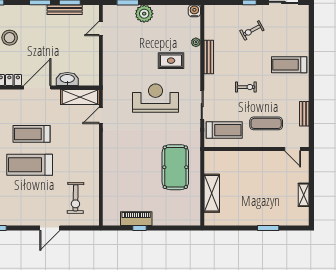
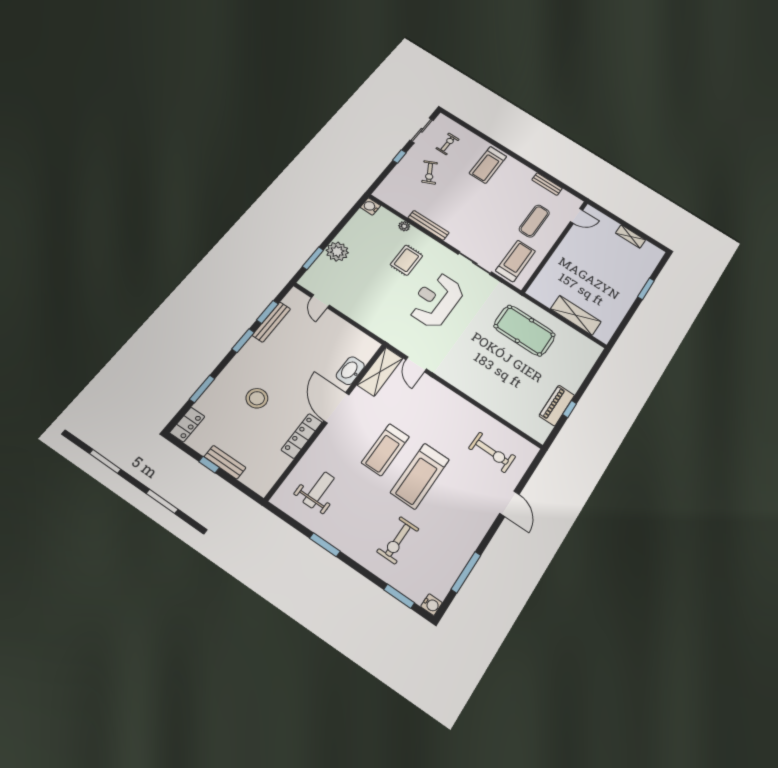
exercise bike: (246, 87) -> (448, 144), moved

